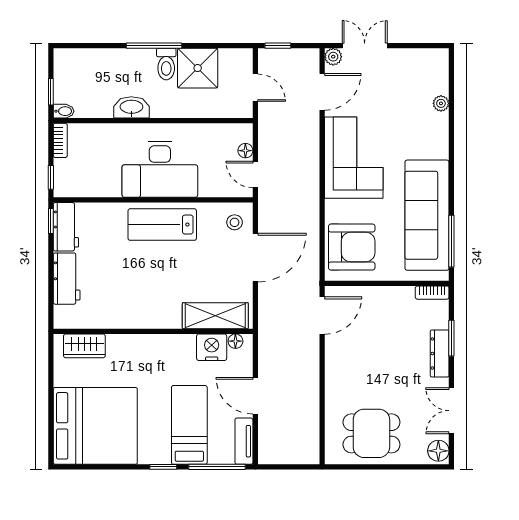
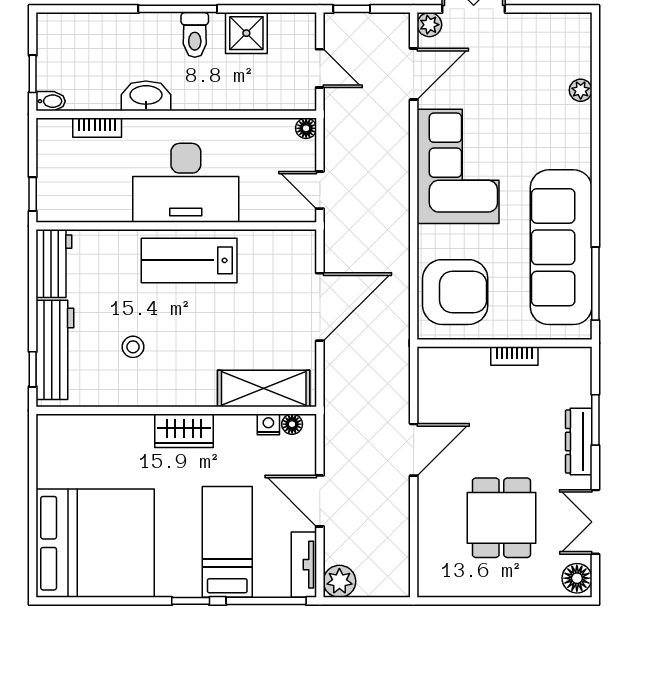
shower: (198, 68) -> (246, 33), width x0.73, depth x0.73
bookcase: (60, 140) -> (97, 128), moved, turned 90
floor lamp: (245, 151) -> (306, 128), moved
window: (51, 221) -> (33, 369), moved
stool: (235, 222) -> (133, 347), moved
workbench: (67, 279) -> (55, 350), width x1.38
bookcase: (432, 293) -> (514, 356), moved
door: (322, 316) -> (414, 450), moved
wardrobe: (84, 346) -> (184, 431), moved
nightstand: (212, 347) -> (268, 424), width x0.53, depth x0.56
dining table: (371, 433) -> (501, 518), moved, turned 90
plant: (269, 453) -> (339, 581), added

